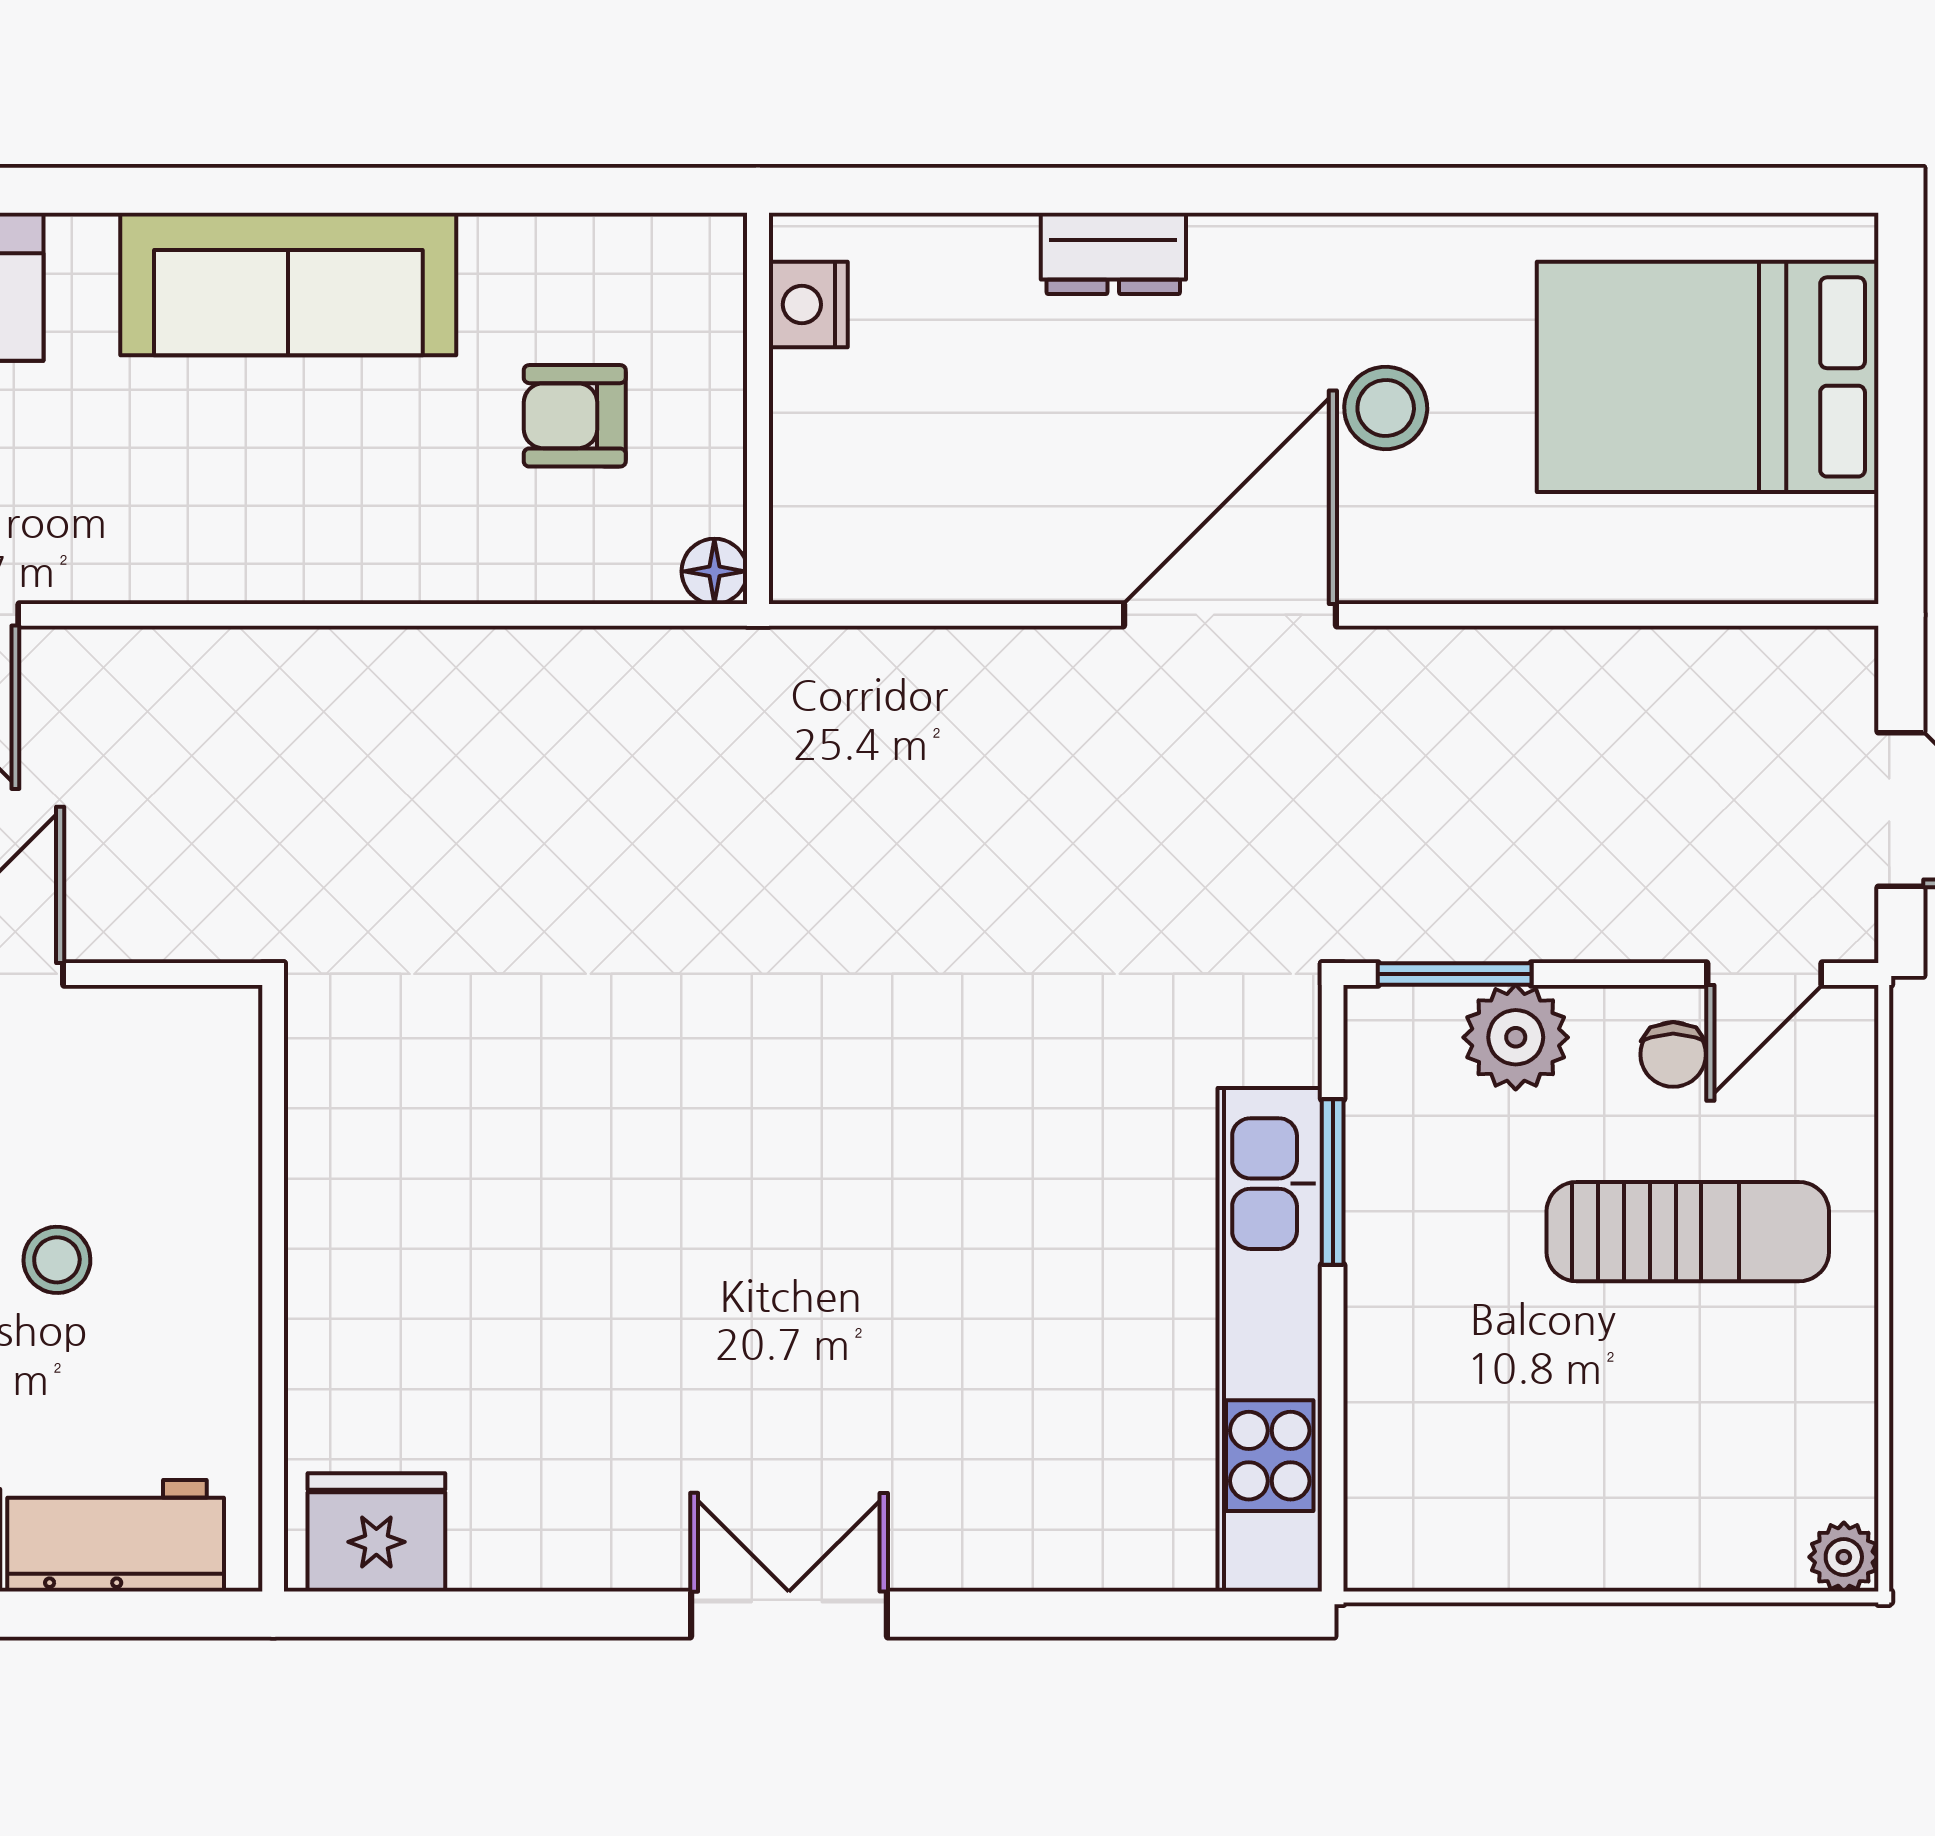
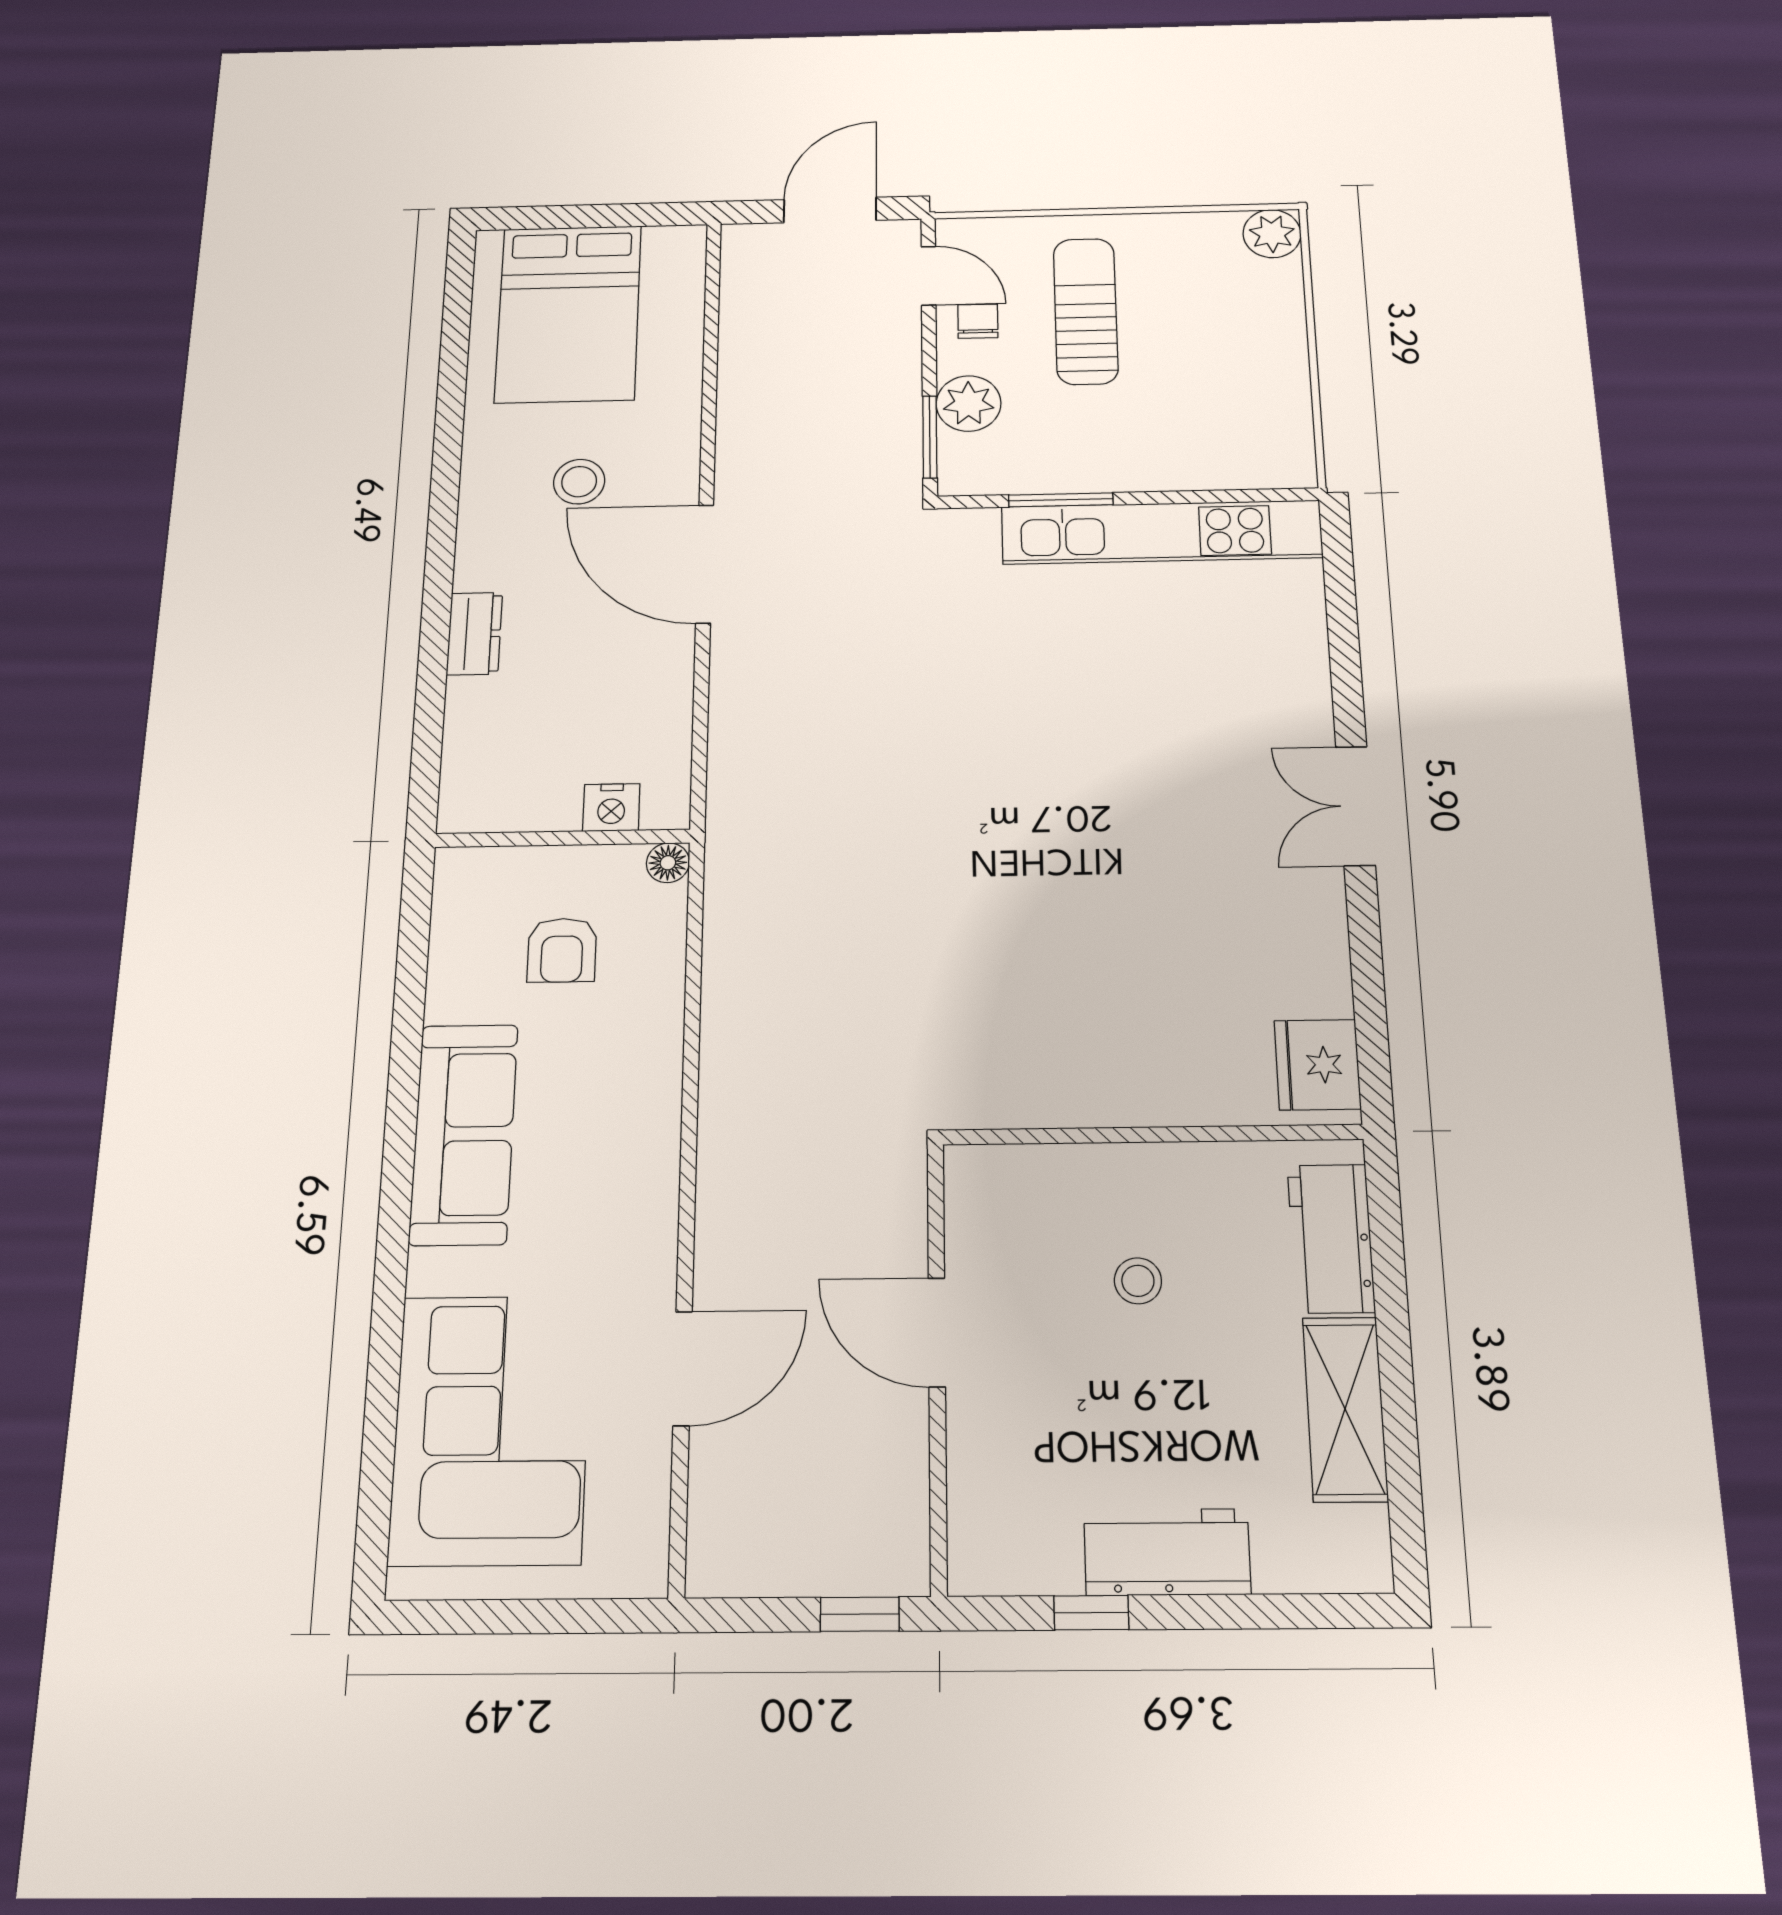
nightstand: (808, 305) -> (611, 808), moved
chair: (1673, 1054) -> (978, 321), turned -90
plant: (1844, 1557) -> (1272, 234), width x1.38, depth x1.38

